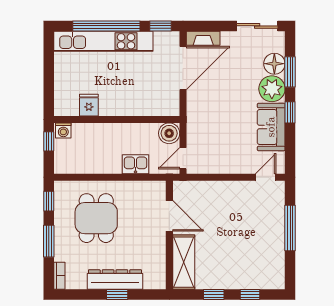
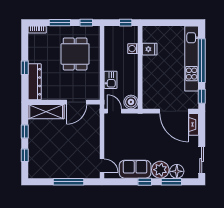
washing machine: (63, 130) -> (133, 49), moved
dining table: (96, 218) -> (75, 54), turned 90
dresser: (115, 280) -> (35, 82), moved

